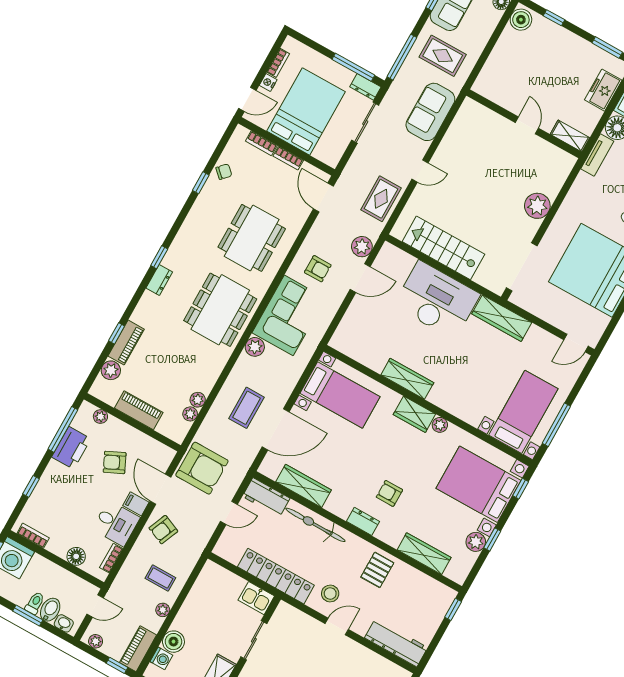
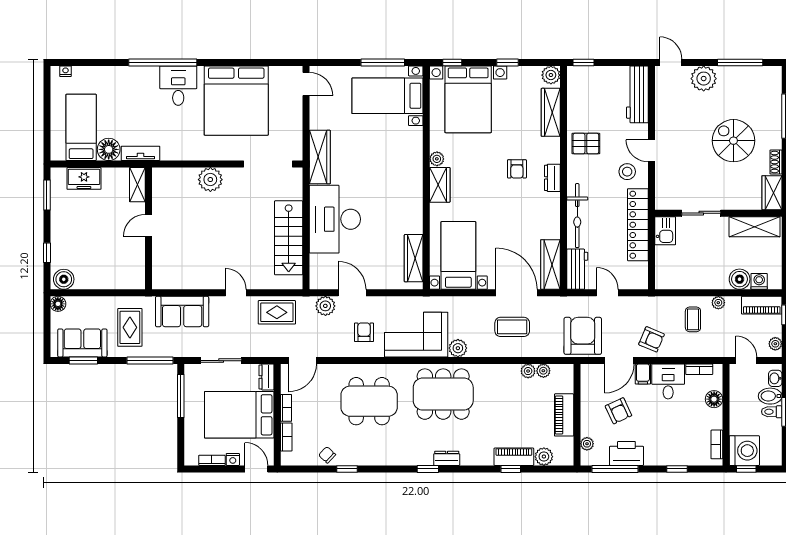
dresser: (365, 87) -> (266, 377), moved, turned 180
wardrobe: (407, 379) -> (414, 258), moved
wardrobe: (304, 486) -> (550, 264), moved
plant: (476, 542) -> (551, 75), moved

